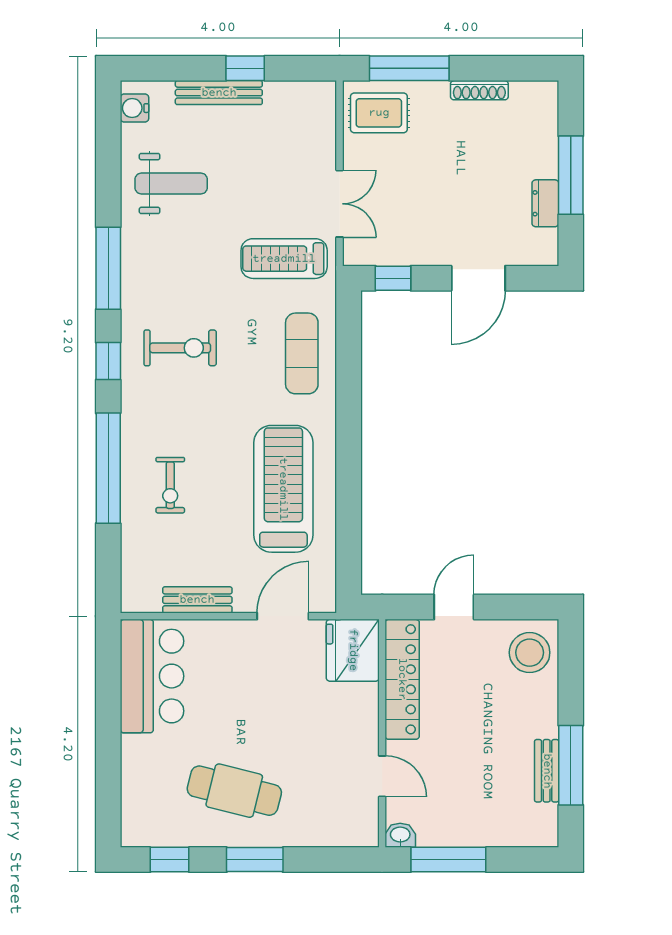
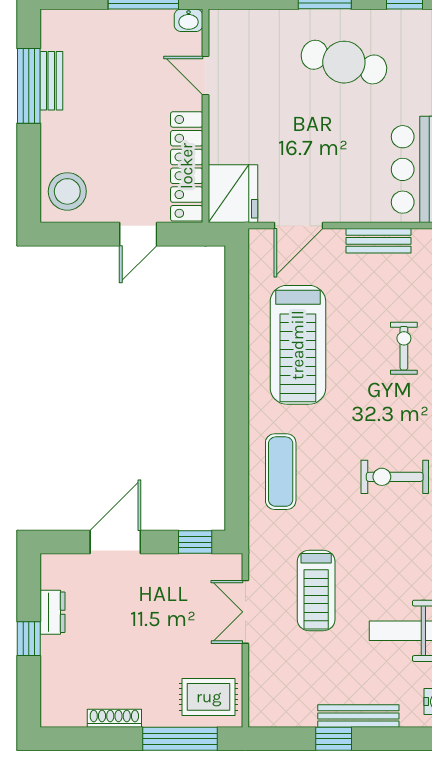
window: (571, 175) -> (29, 639), width x0.46
treadmill: (284, 259) -> (316, 591), moved, turned 90

